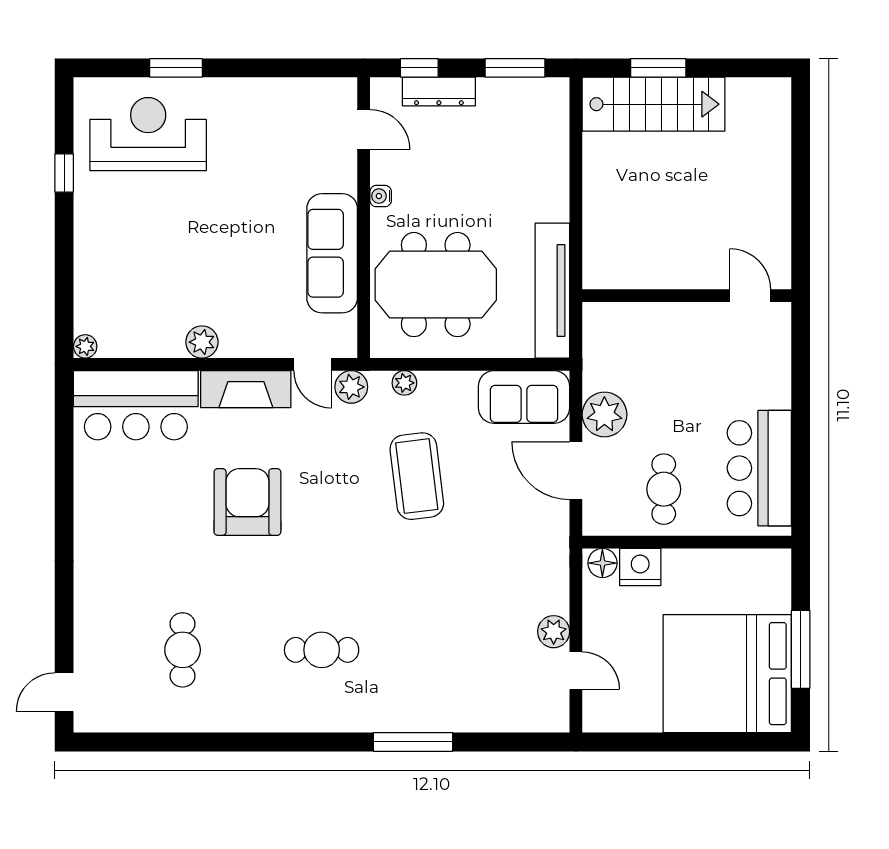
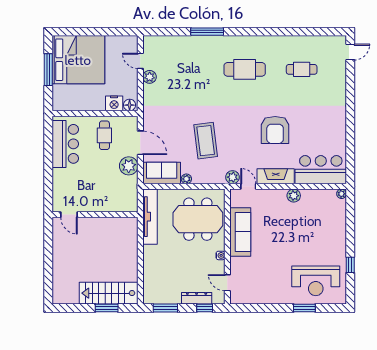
plant: (404, 383) -> (186, 179), moved
cafe table: (183, 650) -> (302, 69), turned 90
cafe table: (322, 650) -> (245, 69), width x1.37, depth x1.35

